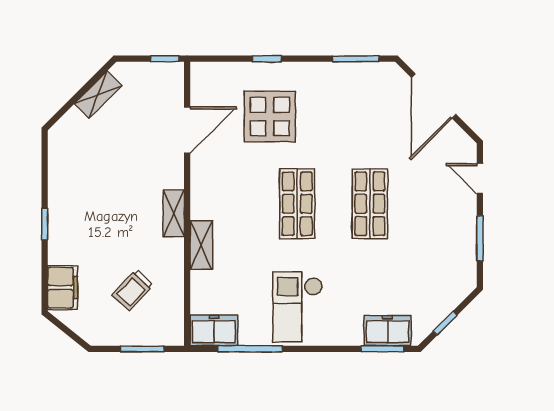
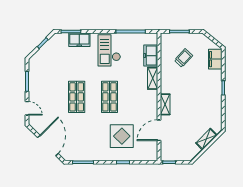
shelving: (98, 95) -> (206, 139), moved
shelving: (174, 213) -> (165, 104), moved
checkout: (298, 307) -> (109, 50), turned 180
freezer: (214, 330) -> (151, 56), moved, turned 90
freezer: (388, 331) -> (79, 40), moved

